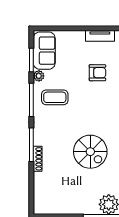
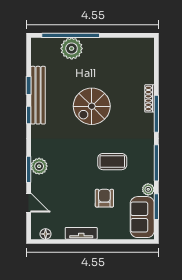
armchair: (97, 73) -> (104, 198), moved, turned 90
coffee table: (55, 97) -> (112, 162), moved
spiral stairs: (90, 152) -> (92, 106), turned -90

